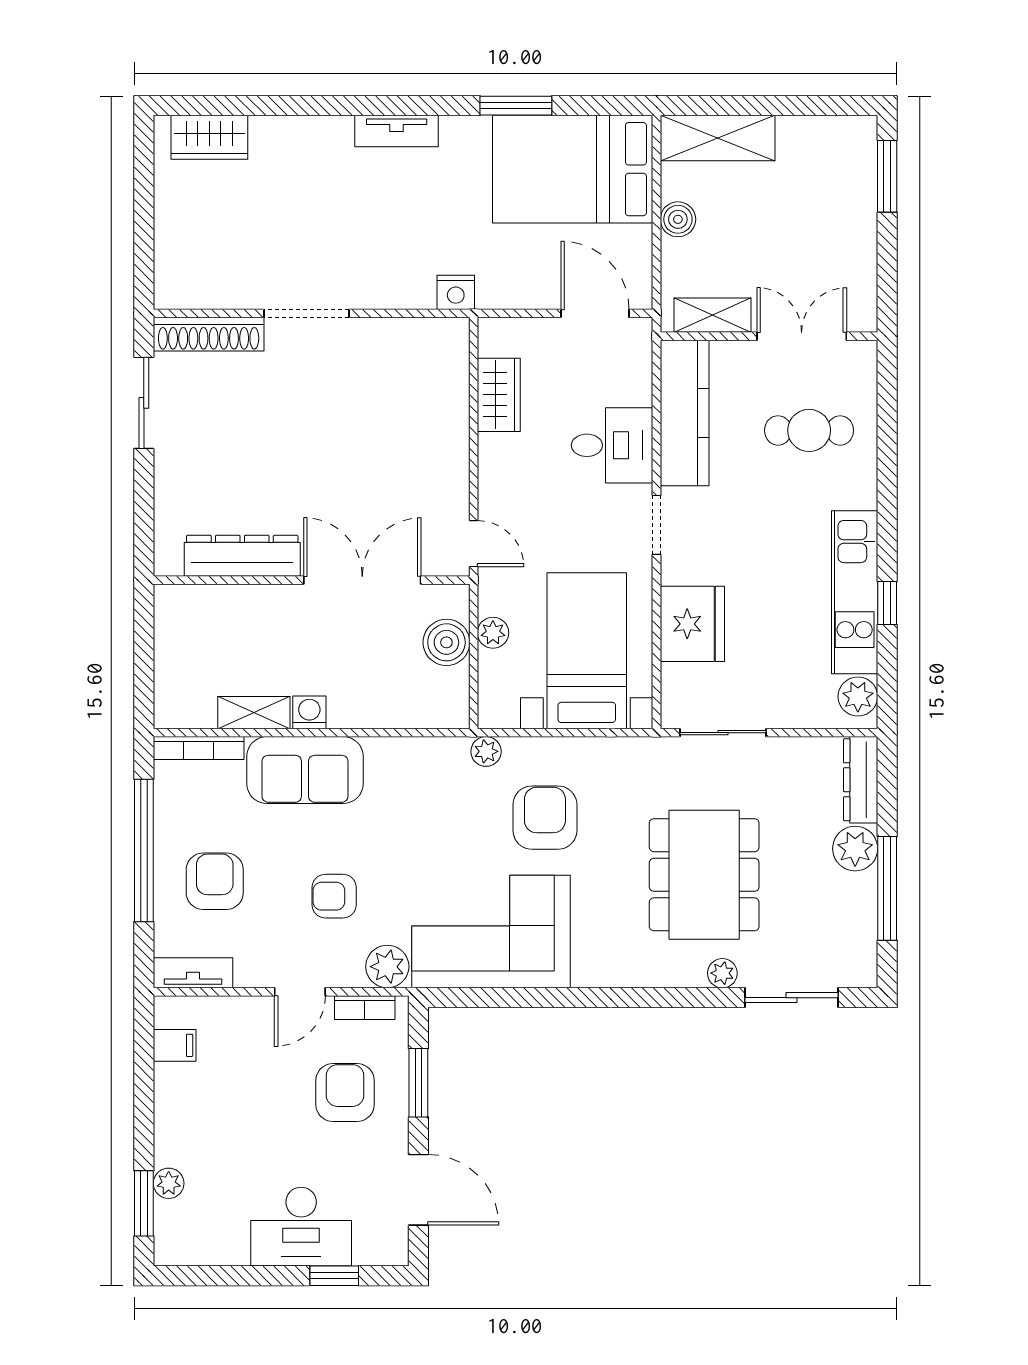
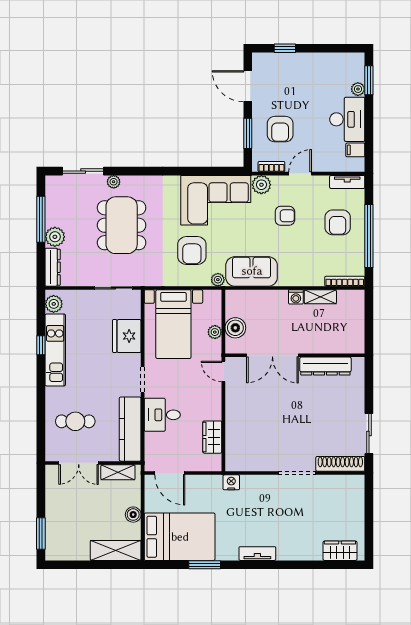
sofa: (305, 770) -> (252, 271), moved
desk: (301, 1227) -> (347, 119), moved, turned 90

